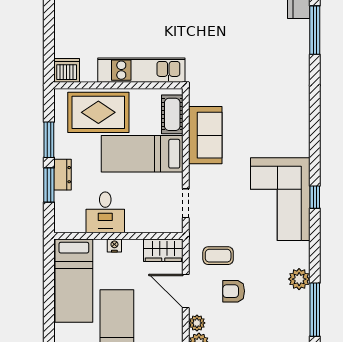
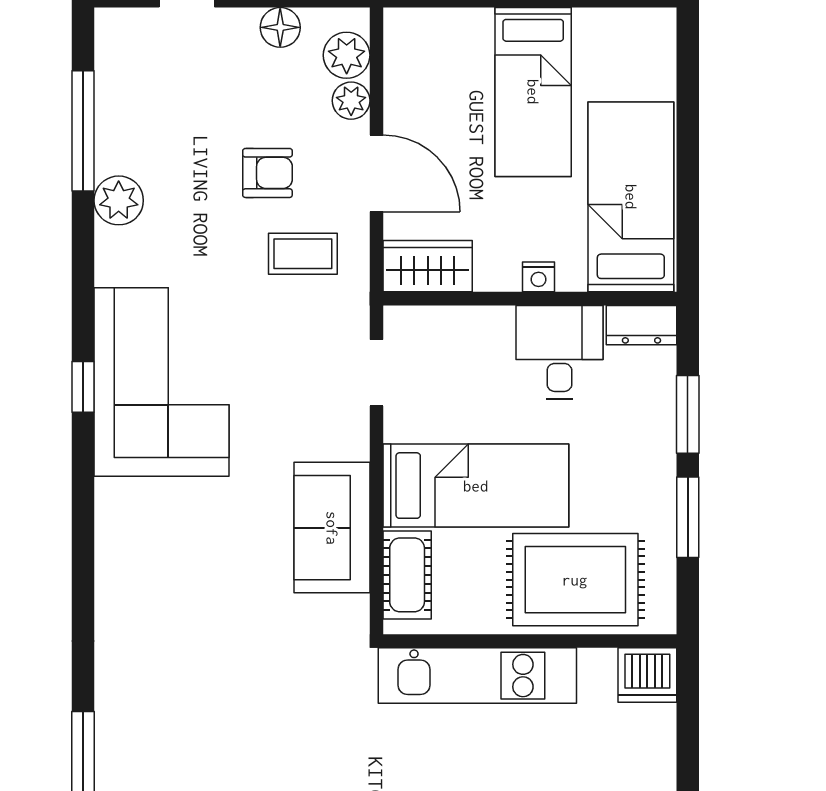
dresser: (62, 175) -> (641, 325), moved, turned -90

